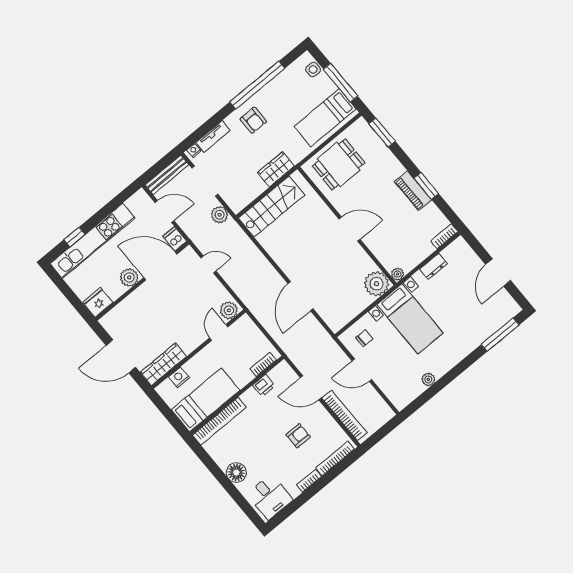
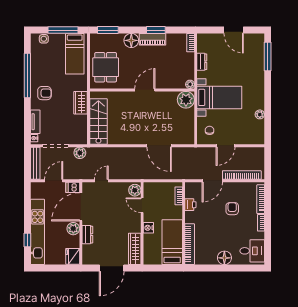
floor lamp: (392, 168) -> (131, 40), added
dresser: (136, 299) -> (87, 235), added
nightstand: (179, 377) -> (148, 228), moved

